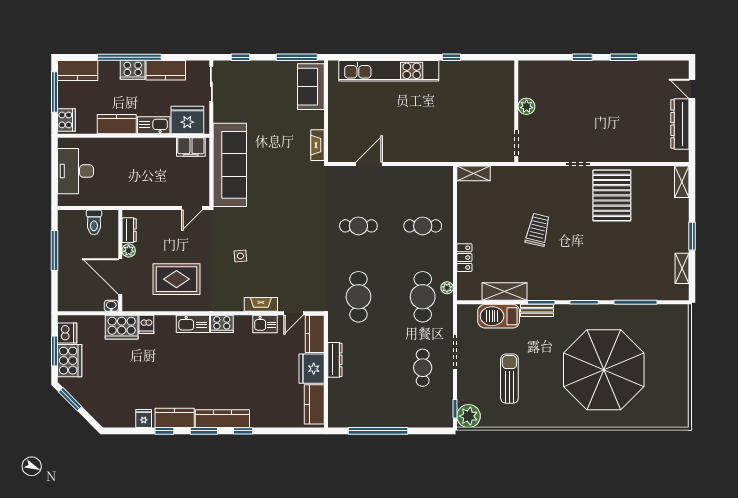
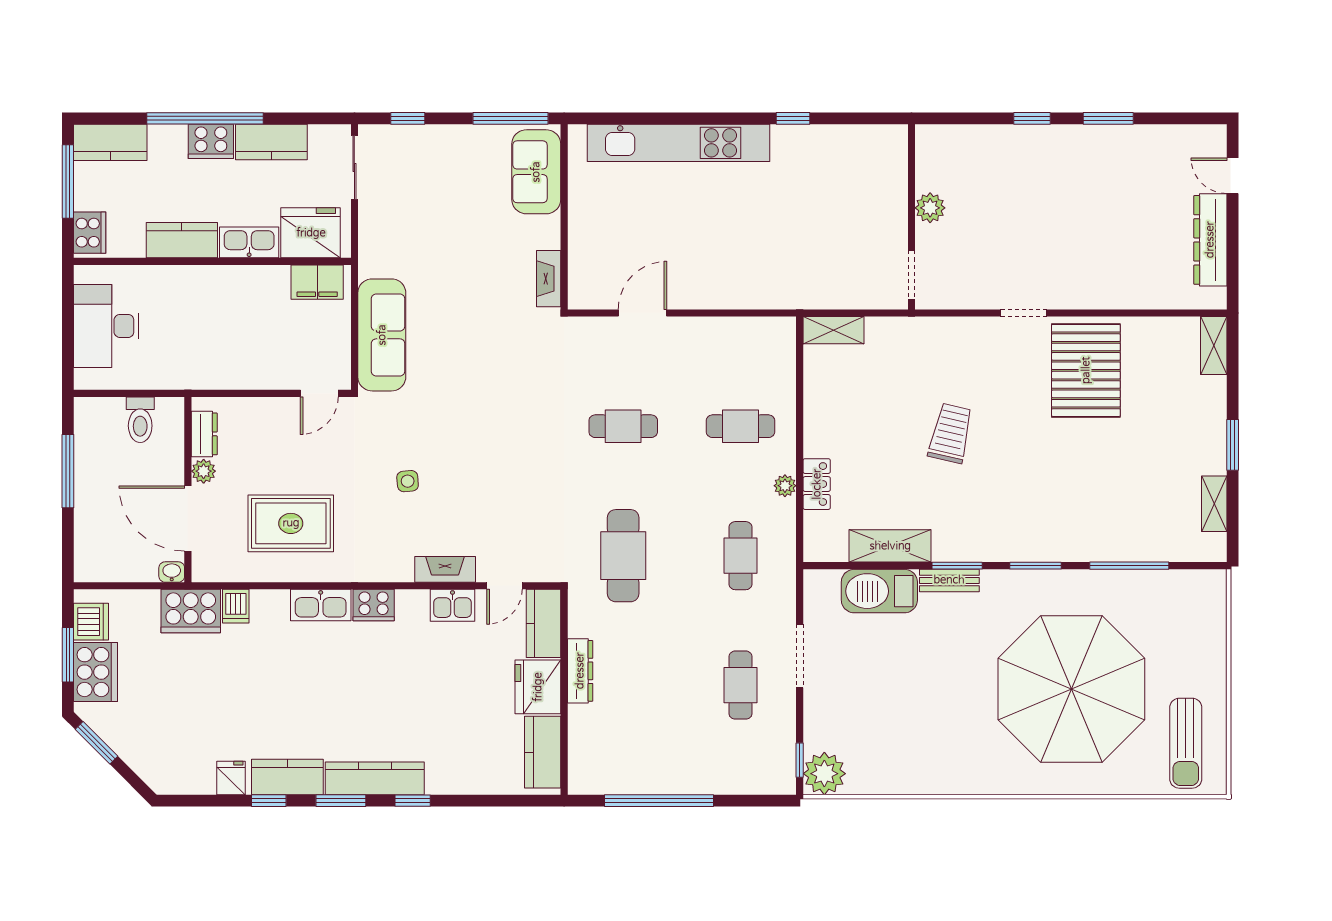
sofa: (230, 165) -> (382, 335), width x0.74, depth x0.79
plant: (447, 288) -> (785, 486), moved
cafe table: (423, 297) -> (740, 556), width x0.73, depth x0.74
sun lounger: (509, 379) -> (1186, 743), moved, turned 180

